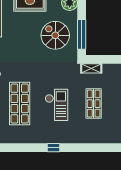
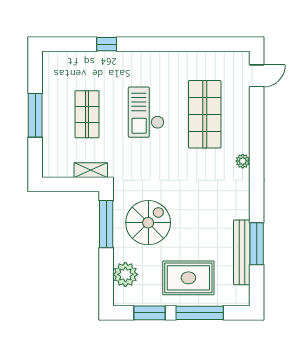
spiral stairs: (55, 35) -> (148, 223), turned -90
window: (54, 148) -> (107, 44), moved

